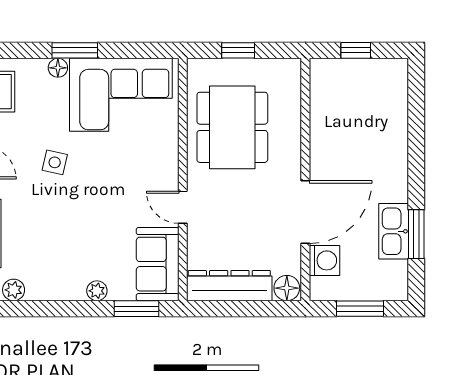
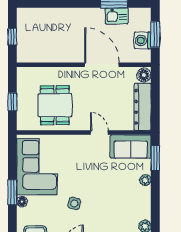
dining table: (232, 127) -> (55, 105), width x0.73
door: (183, 207) -> (99, 133), swing flipped
kitchen sink: (394, 231) -> (117, 16), width x0.73
washing machine: (324, 260) -> (143, 40), moved, turned -90

